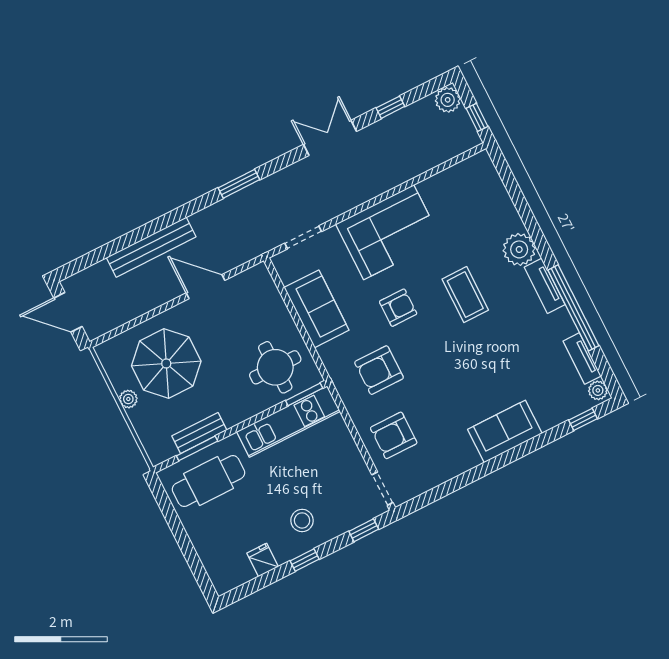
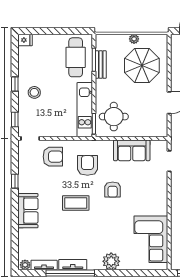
corner sofa: (389, 232) -> (151, 239), moved
tv unit: (545, 286) -> (73, 265), moved
coffee table: (465, 295) -> (76, 203), moved
window: (583, 419) -> (15, 181), moved
armchair: (394, 435) -> (53, 157), turned 90
fridge: (263, 560) -> (25, 40), moved

